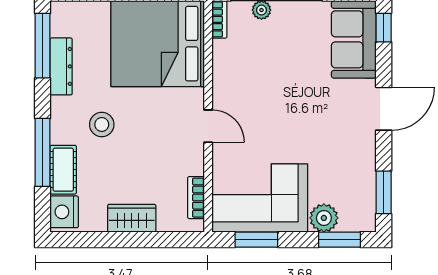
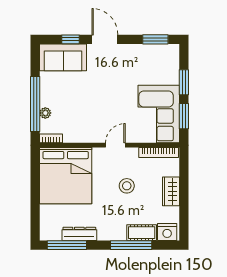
window: (384, 28) -> (71, 39), moved
stool: (102, 124) -> (127, 186), moved
bookcase: (196, 198) -> (159, 153), width x1.56
plant: (324, 218) -> (171, 75), removed
window: (340, 240) -> (184, 82), moved

